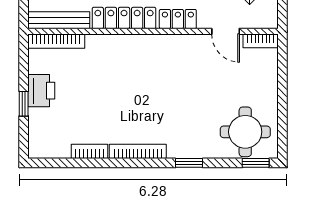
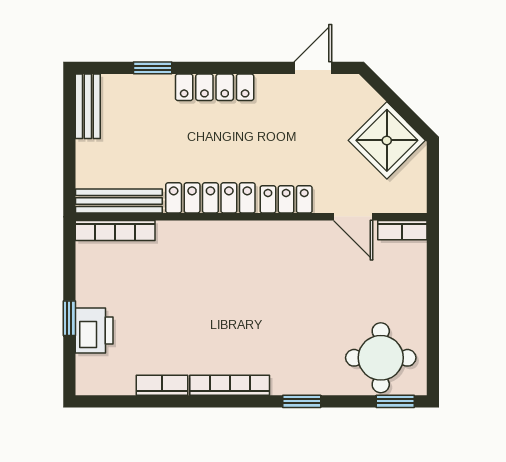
printer: (41, 91) -> (94, 330), moved

